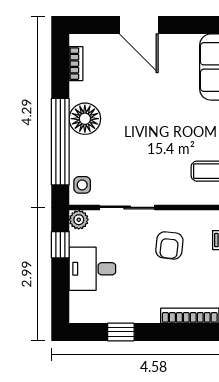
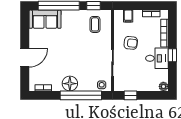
plant: (79, 220) -> (163, 86), moved
desk: (92, 269) -> (157, 58), moved, turned -90
window: (121, 332) -> (172, 55), moved

